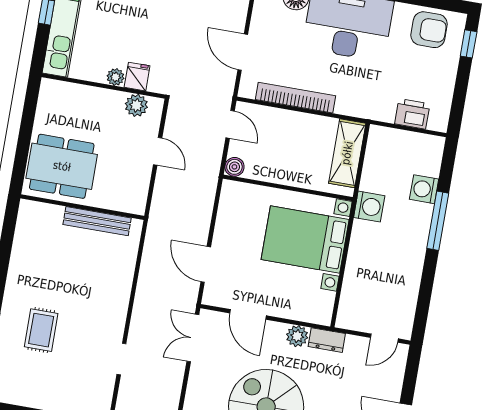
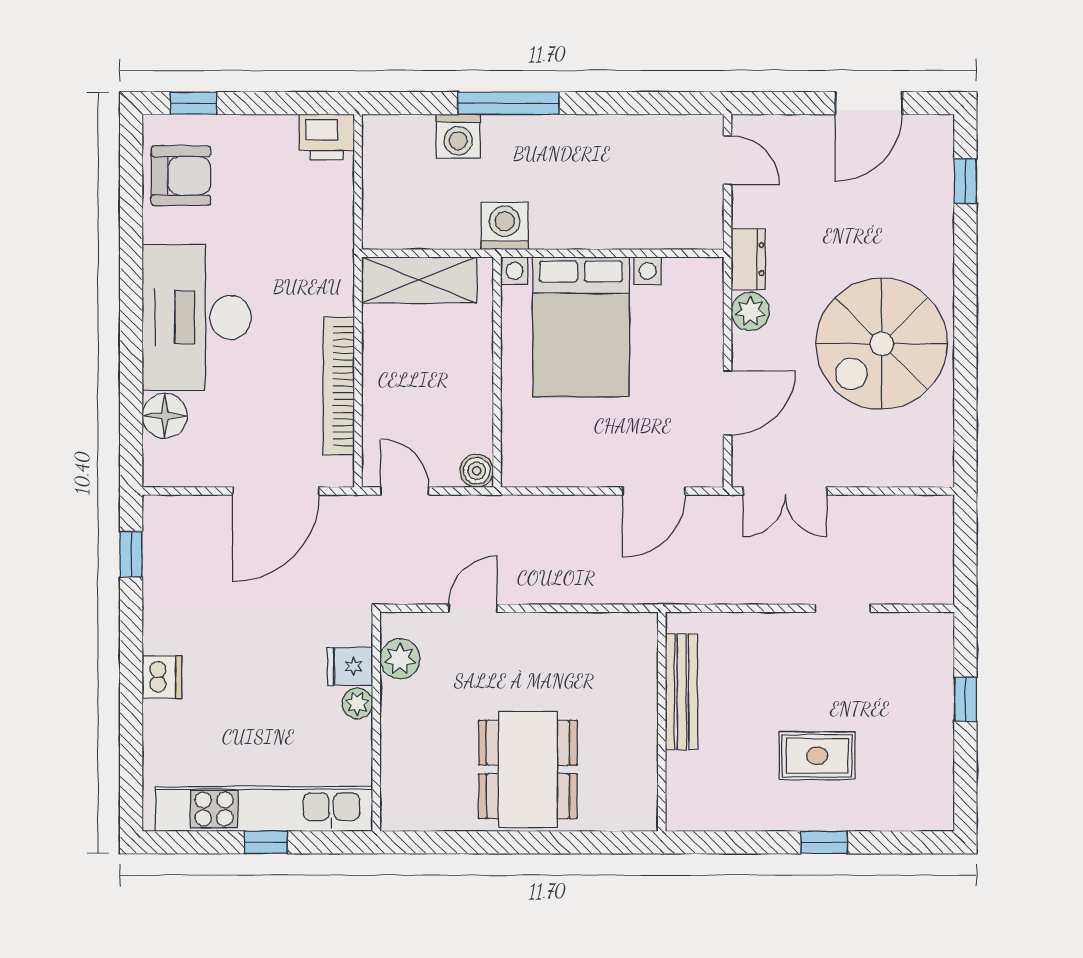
armchair: (429, 30) -> (181, 176), turned 90
door: (243, 52) -> (276, 491), width x1.36
printer: (412, 114) -> (327, 137), moved, turned -90
door: (230, 124) -> (405, 491), hinge flipped
wall: (82, 207) -> (662, 722), moved
bench: (97, 221) -> (682, 692), moved

